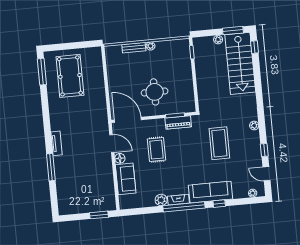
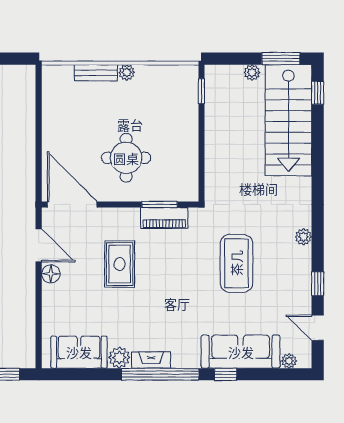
sofa: (126, 179) -> (79, 352), moved, turned -90
sofa: (210, 192) -> (241, 352), moved

